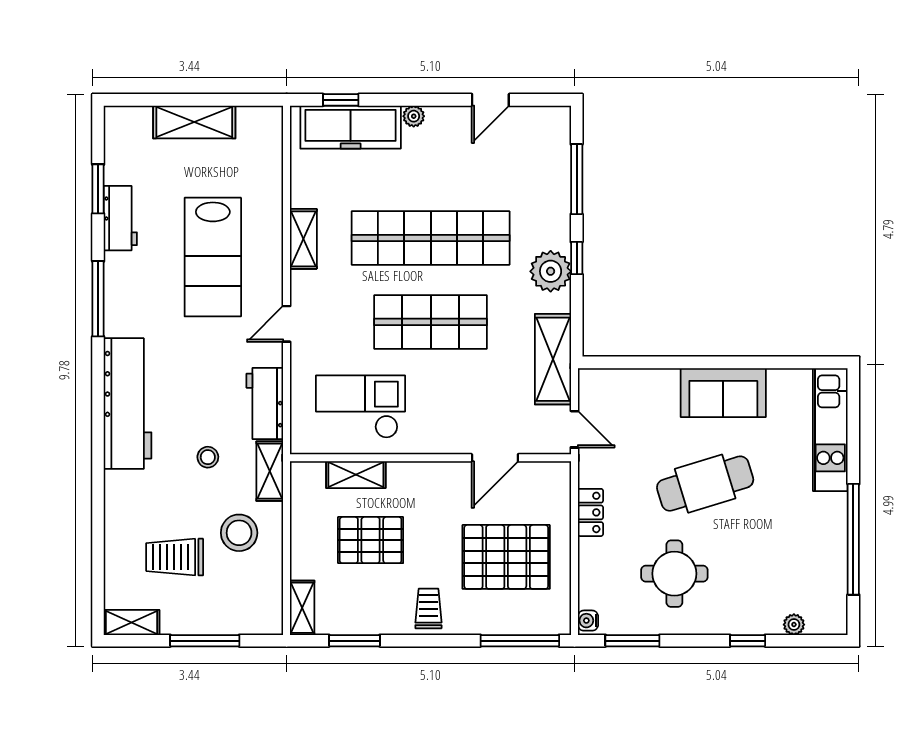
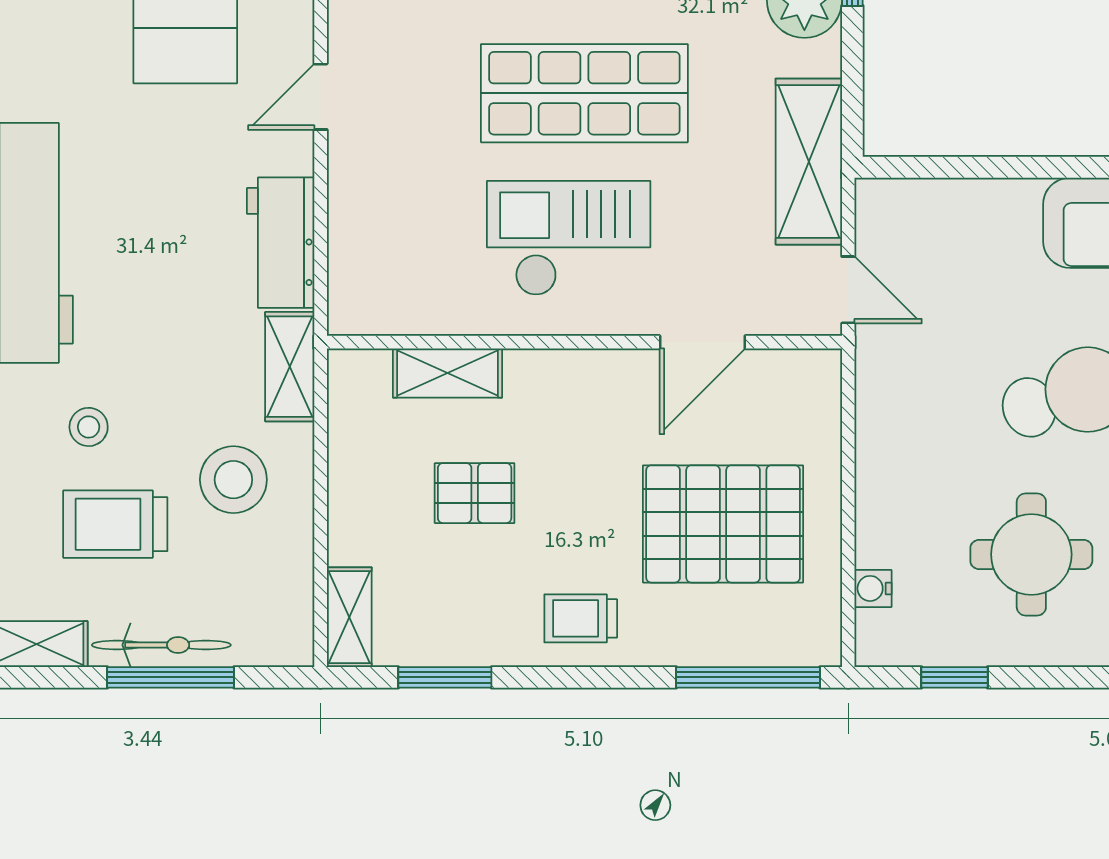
checkout: (361, 407) -> (569, 238), moved
stool: (208, 457) -> (89, 427), moved
locker: (590, 512) -> (878, 442), removed
pallet: (371, 540) -> (475, 493), width x0.67, depth x0.71
trolley: (428, 608) -> (581, 618), turned -90
water cooler: (588, 621) -> (873, 588), moved
bicycle: (200, 623) -> (161, 645), added
window: (632, 641) -> (955, 677), width x0.67

